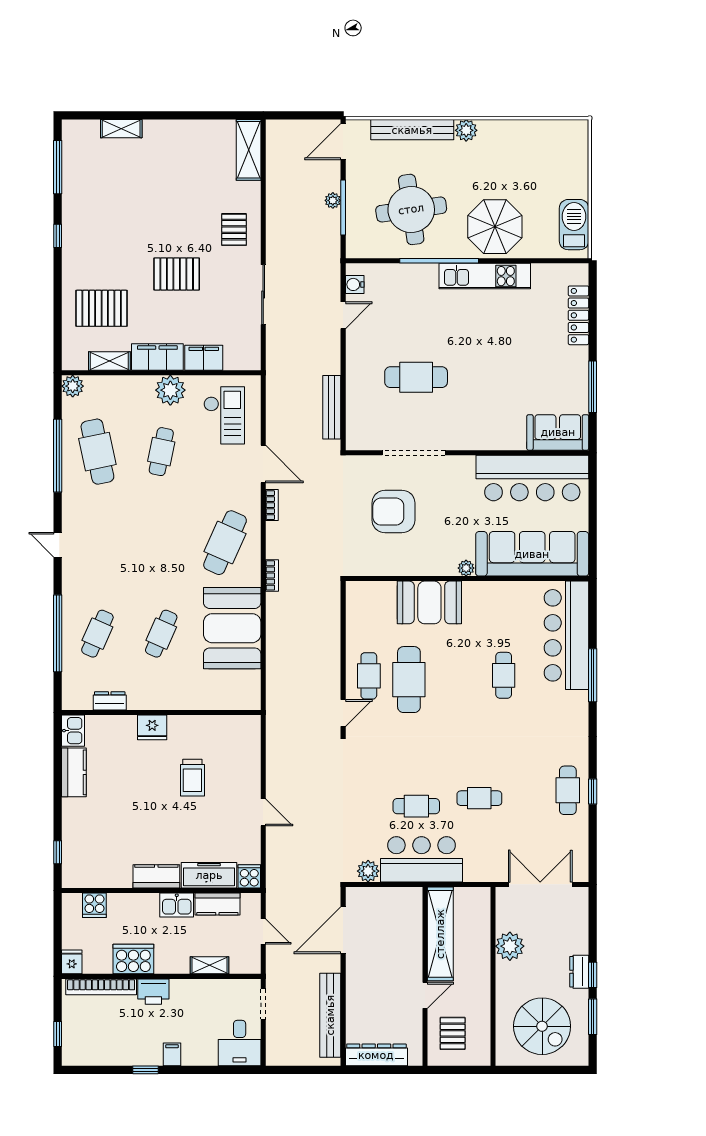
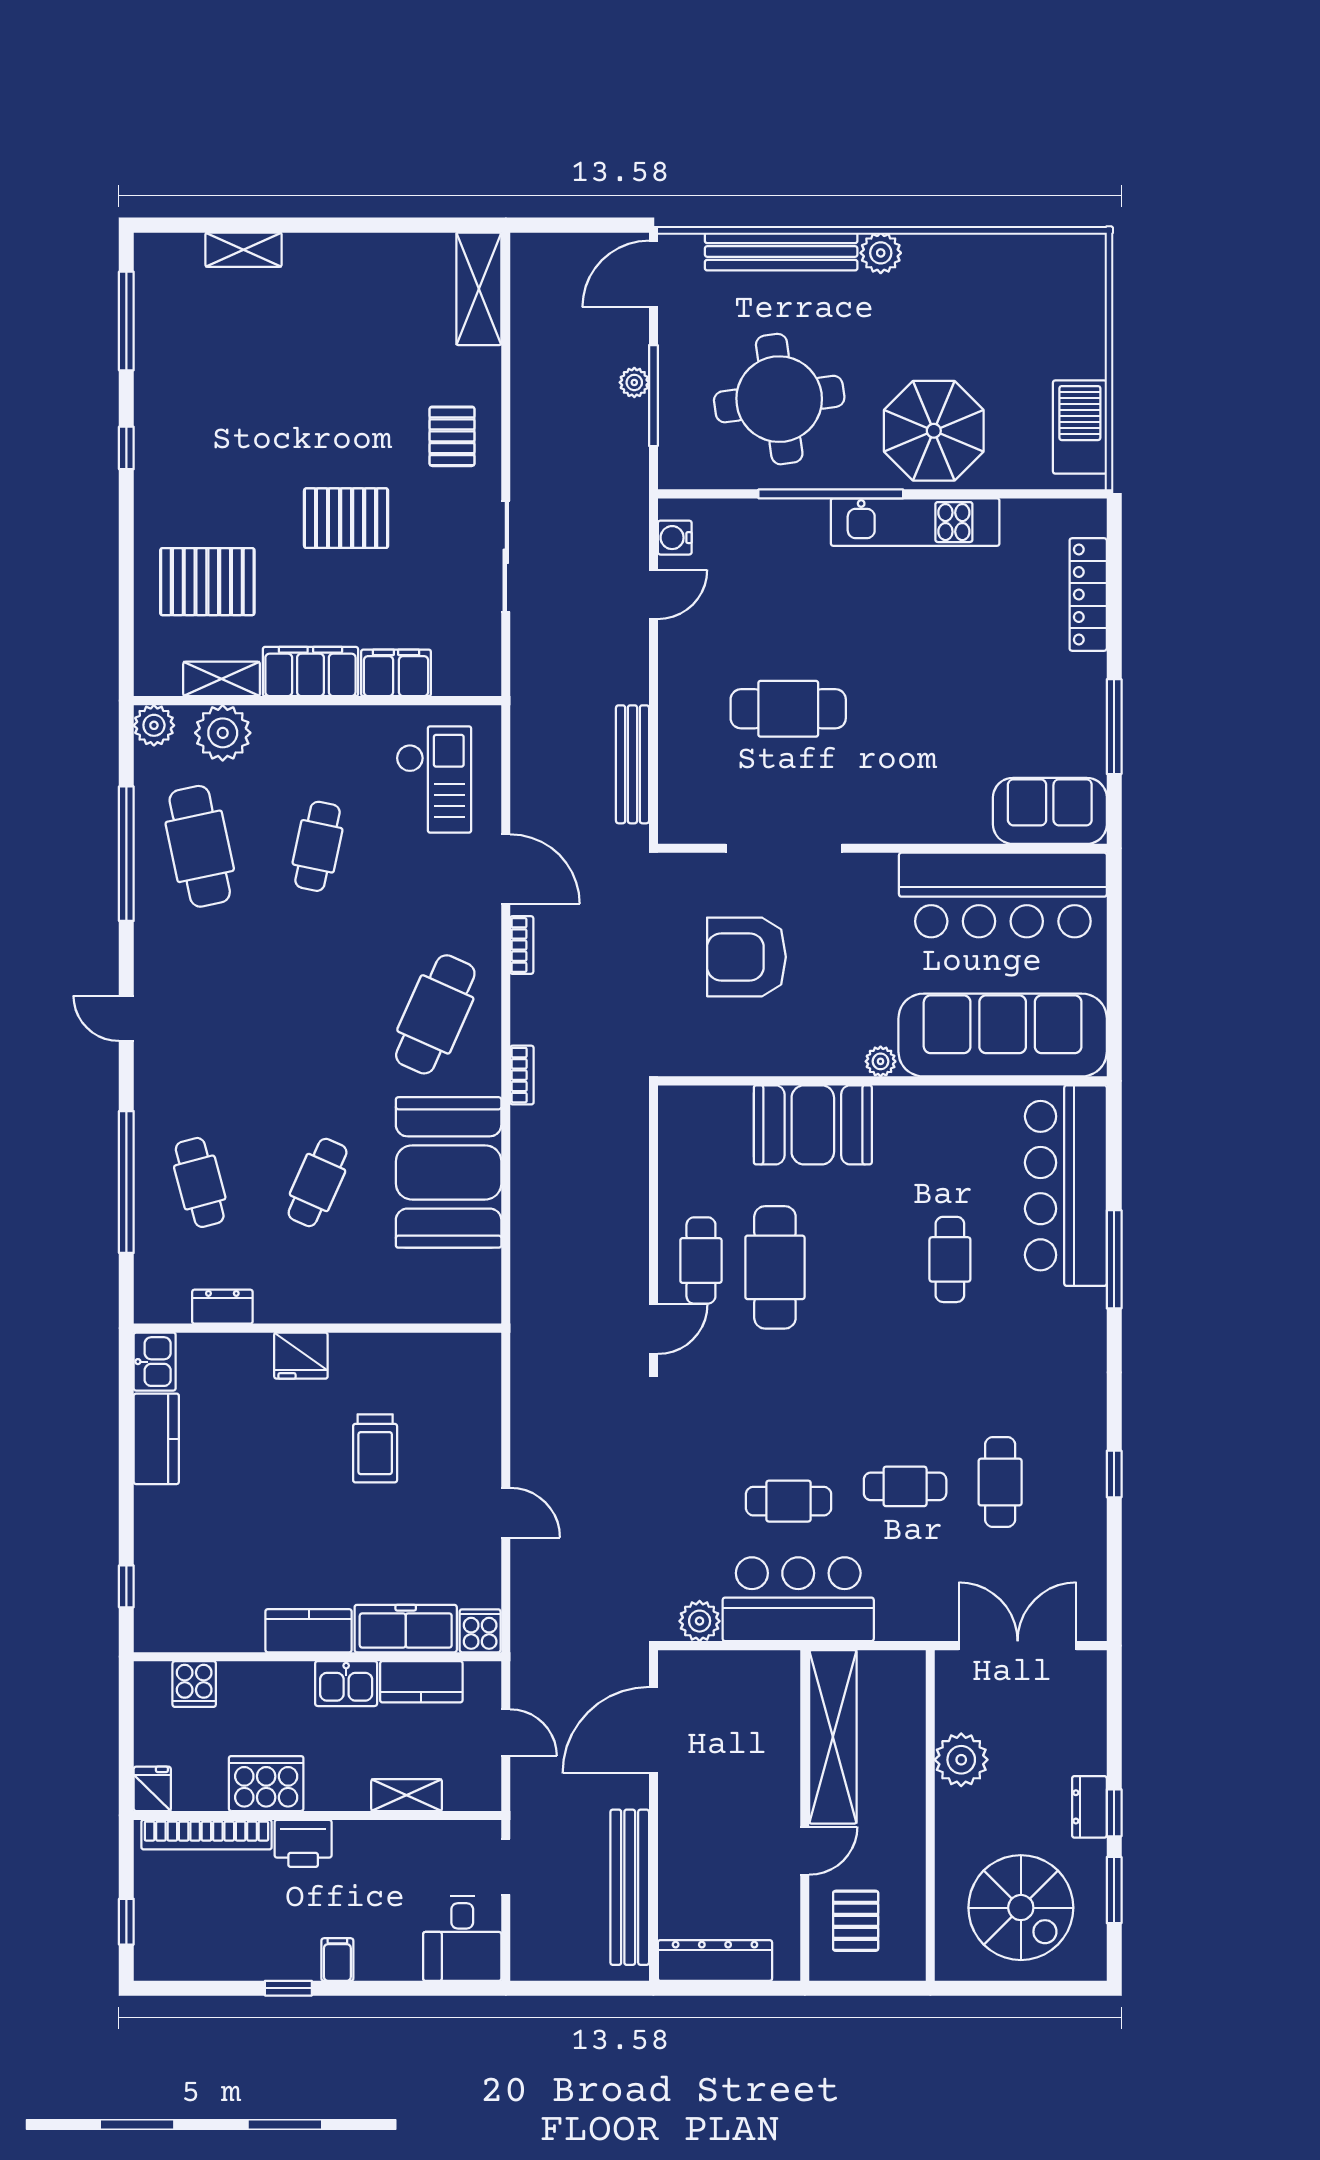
plant: (170, 390) -> (223, 733), moved
cafe table: (97, 634) -> (200, 1182), turned -39
cafe table: (568, 790) -> (1000, 1482), moved

